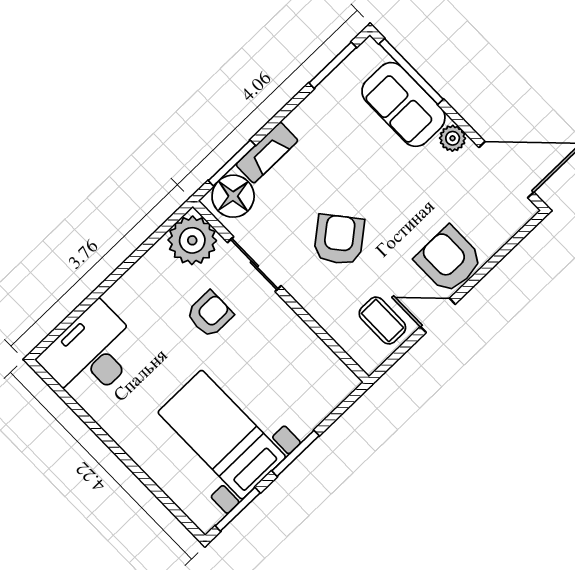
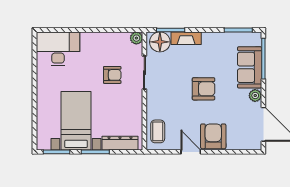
plant: (192, 240) -> (136, 38), width x0.53, depth x0.53
armchair: (339, 240) -> (204, 89), moved, turned 39
coffee table: (382, 321) -> (158, 131), moved
dresser: (320, 405) -> (120, 143), added

